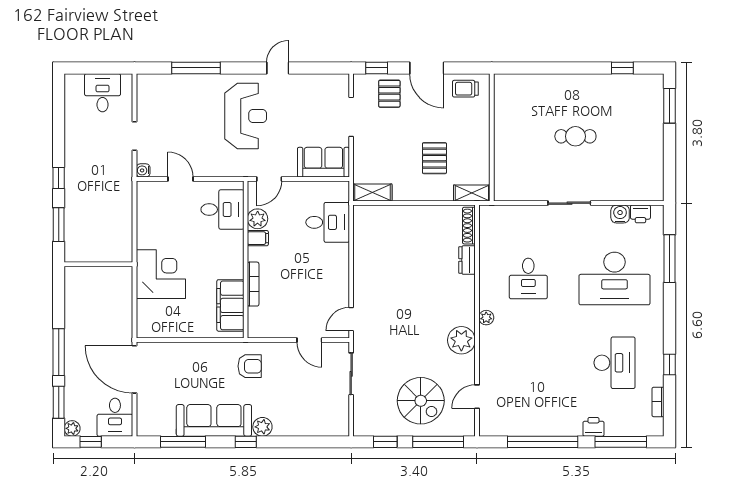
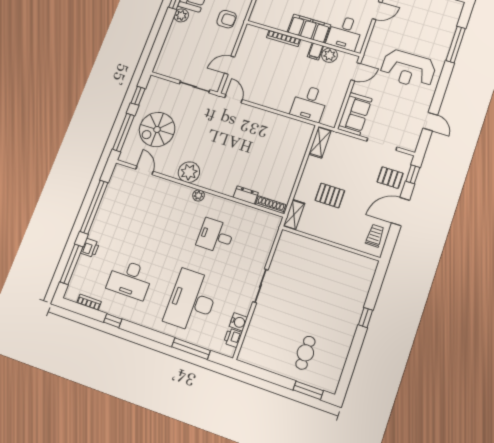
door: (278, 68) -> (430, 122), moved
window: (622, 68) -> (365, 318), moved
cafe table: (575, 136) -> (305, 353), moved
door: (269, 179) -> (356, 72), swing flipped
filing cabinet: (230, 305) -> (309, 29), moved
armchair: (250, 366) -> (227, 19), turned -90

